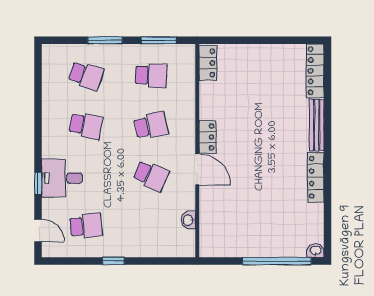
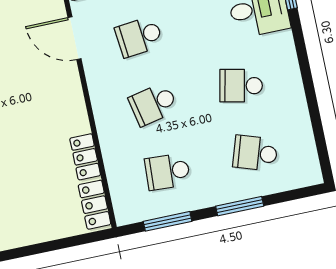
locker: (207, 137) -> (85, 157), moved
door: (197, 169) -> (74, 38), moved
school desk: (151, 176) -> (139, 37), turned -30

